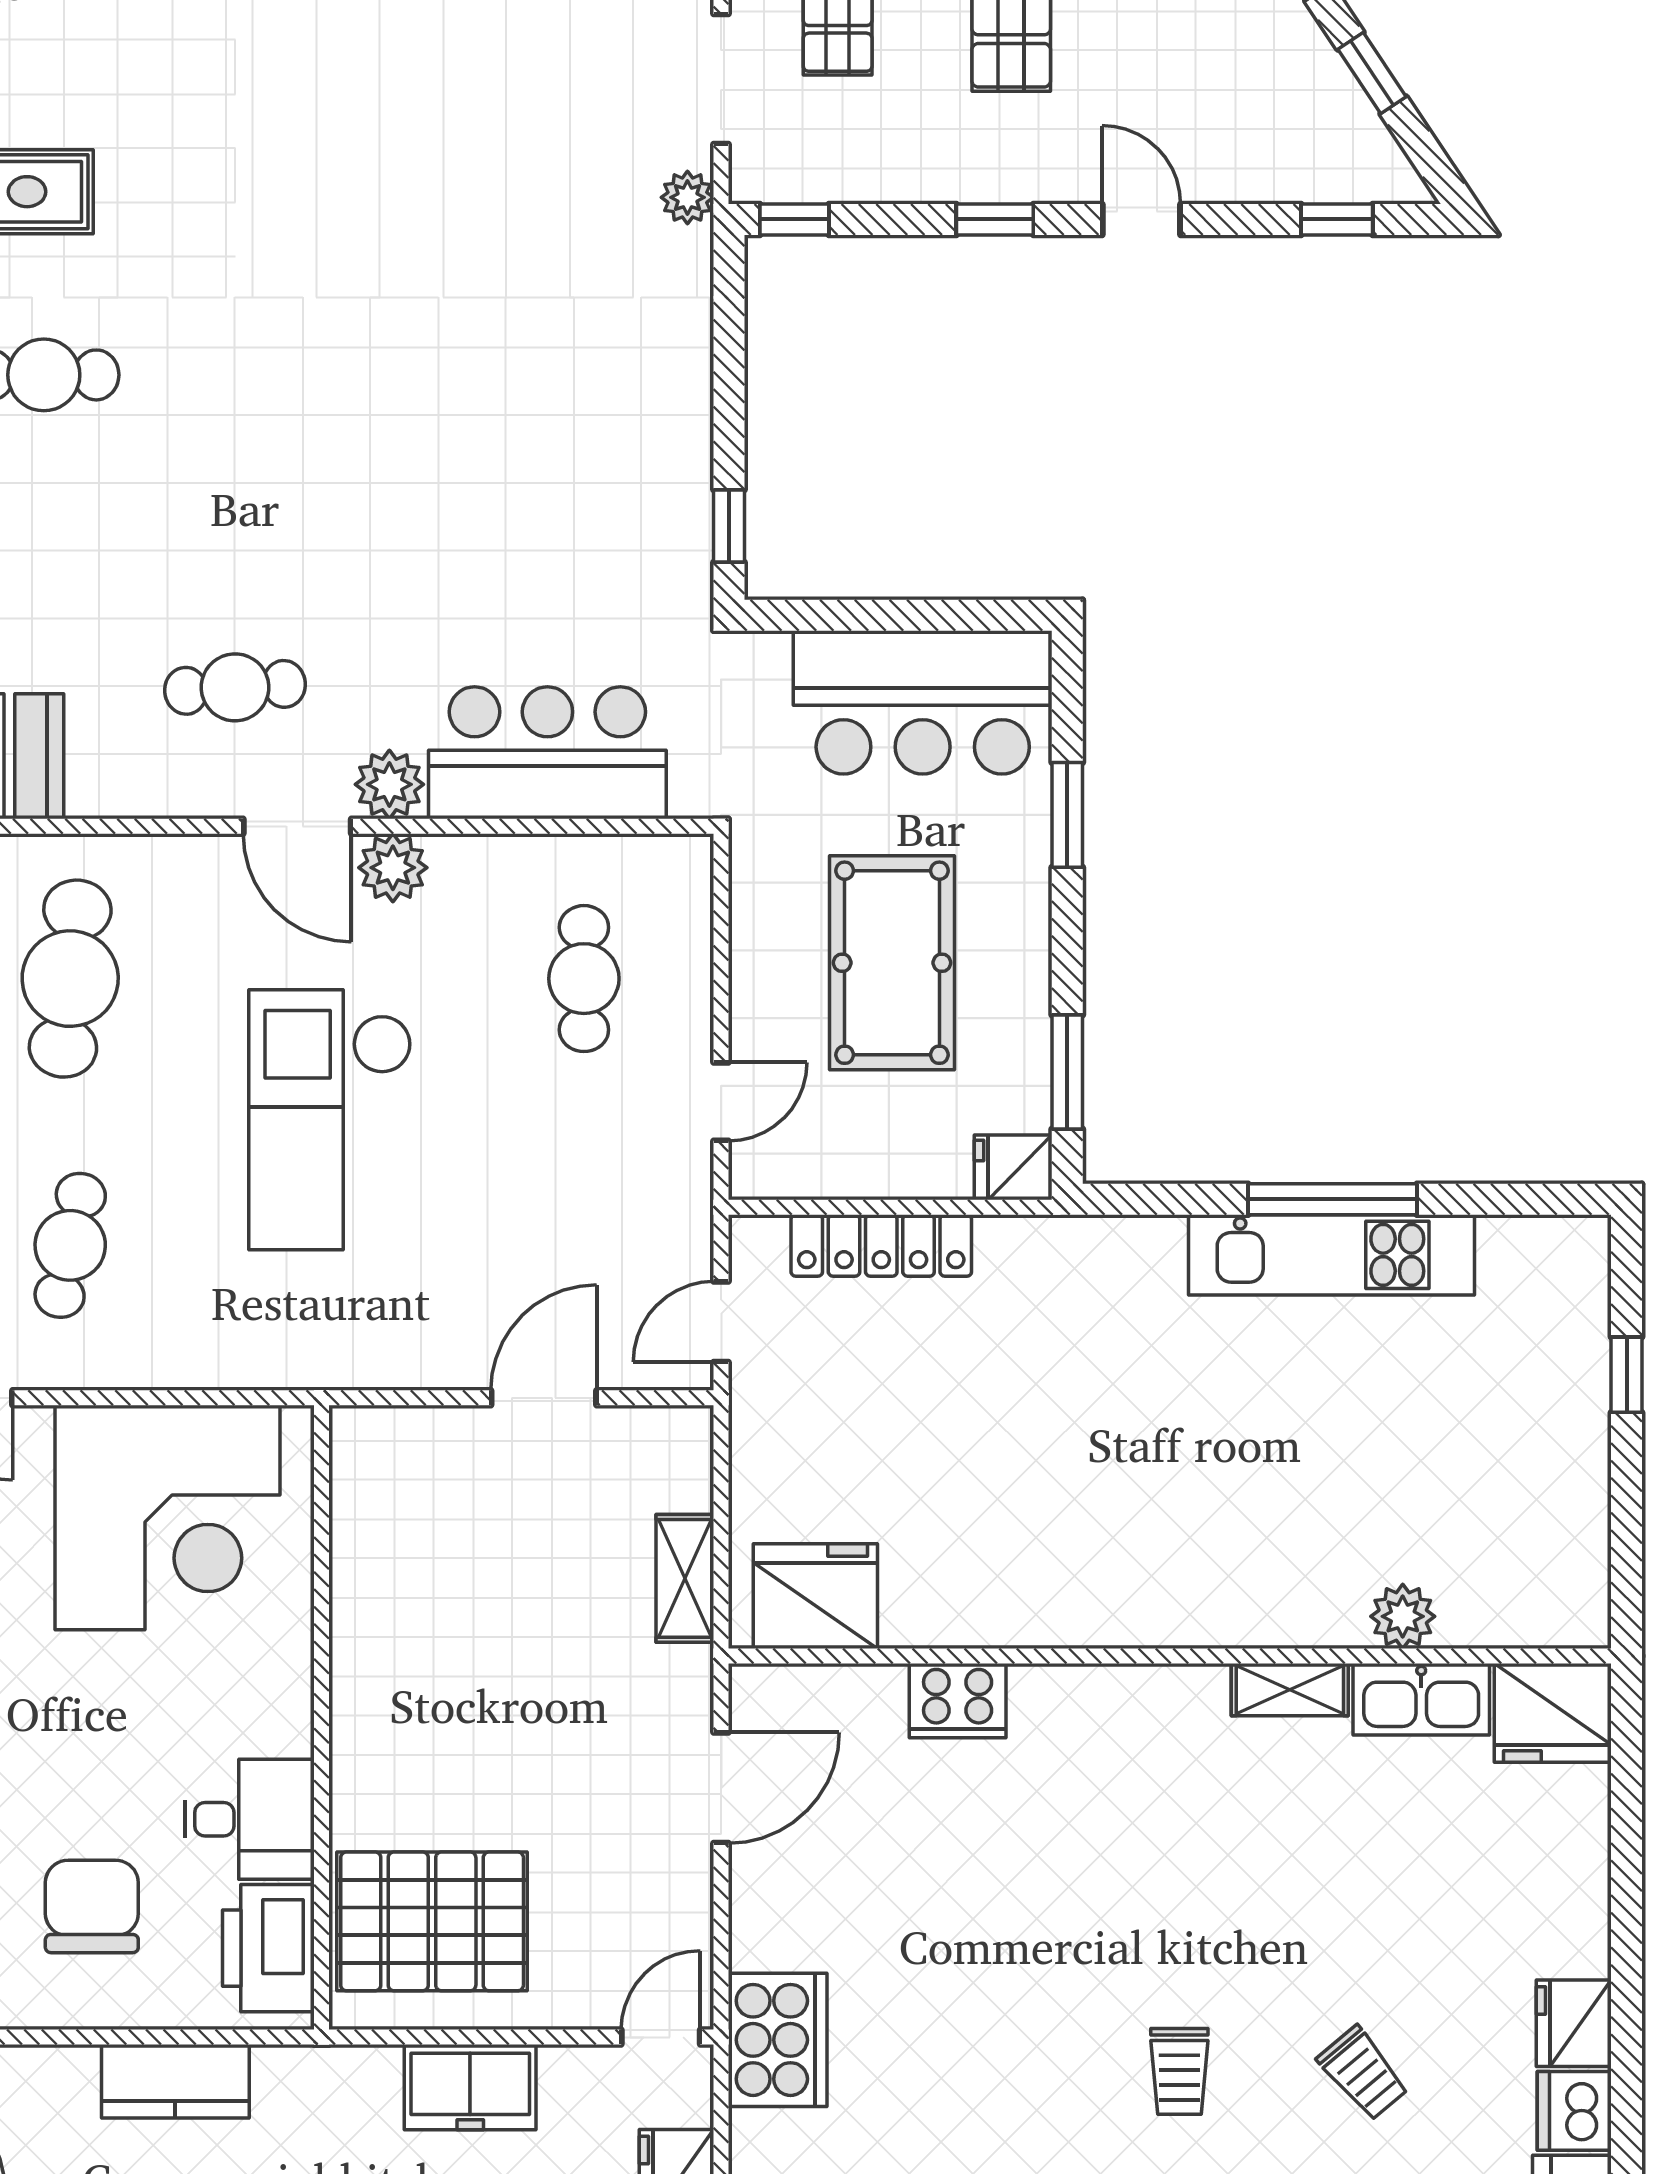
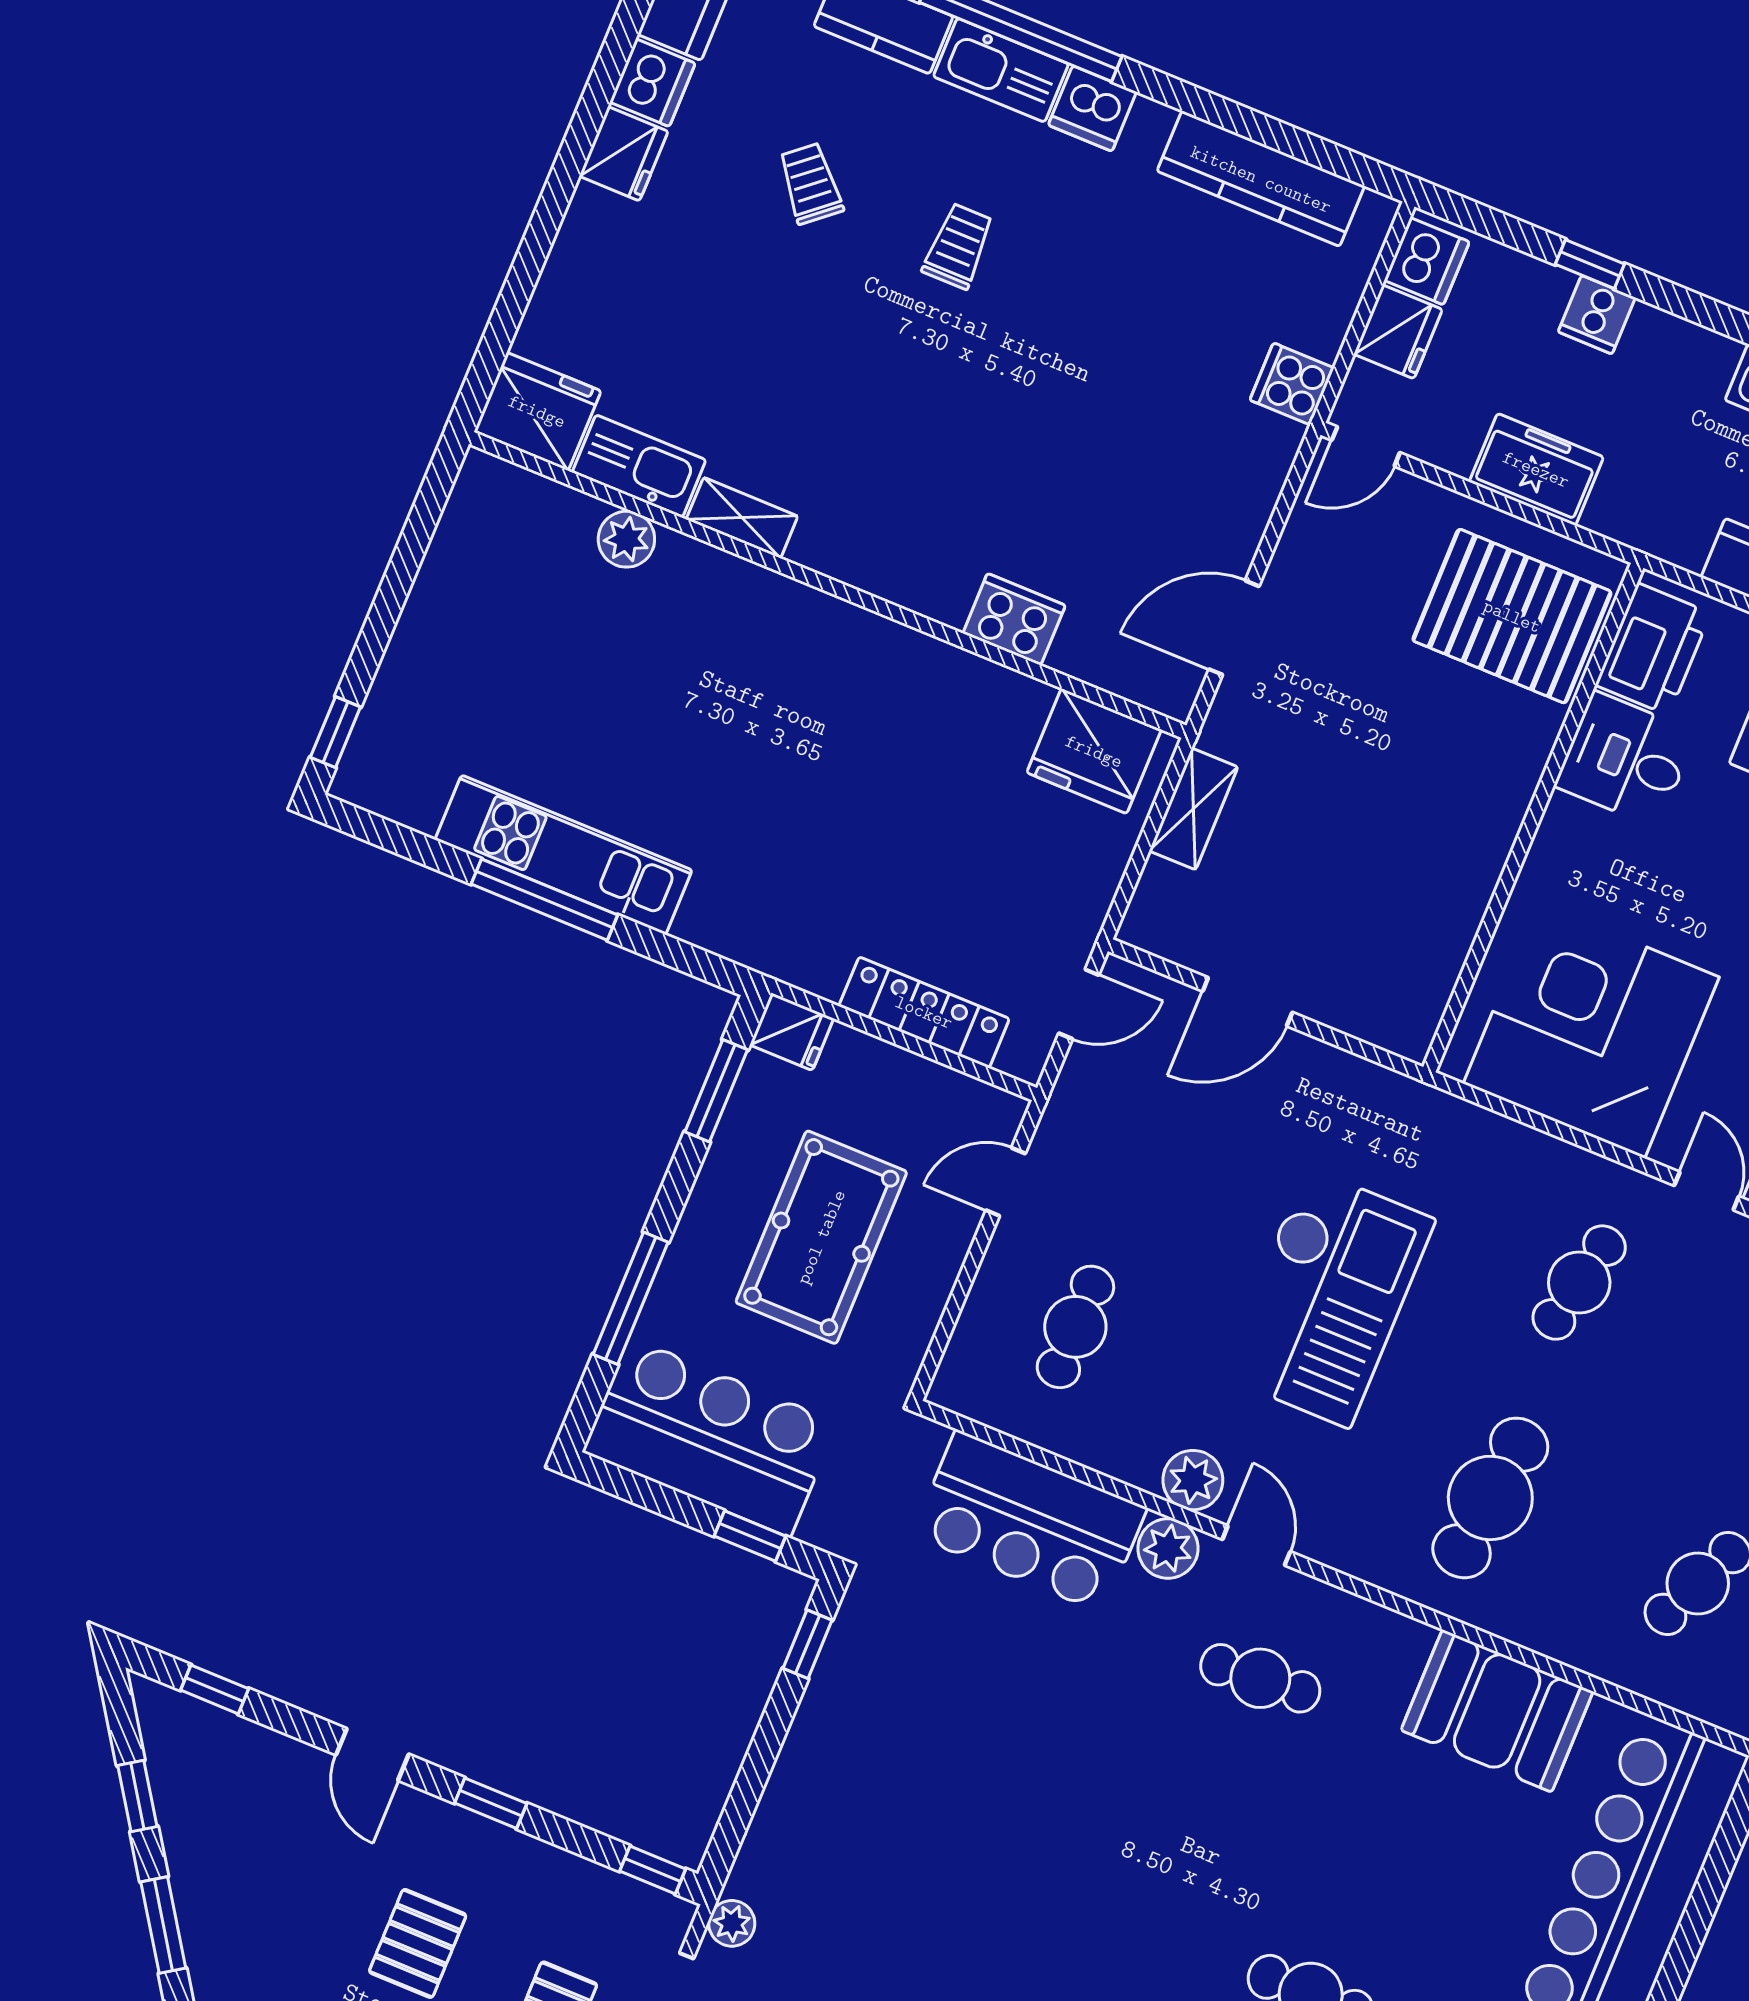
window: (837, 615) -> (750, 1536), added
window: (1067, 815) -> (631, 1298), width x1.44
door: (297, 826) -> (1256, 1546), width x0.73
window: (1627, 1375) -> (335, 732), moved
cooker: (778, 2040) -> (1292, 384), width x0.53, depth x0.76

